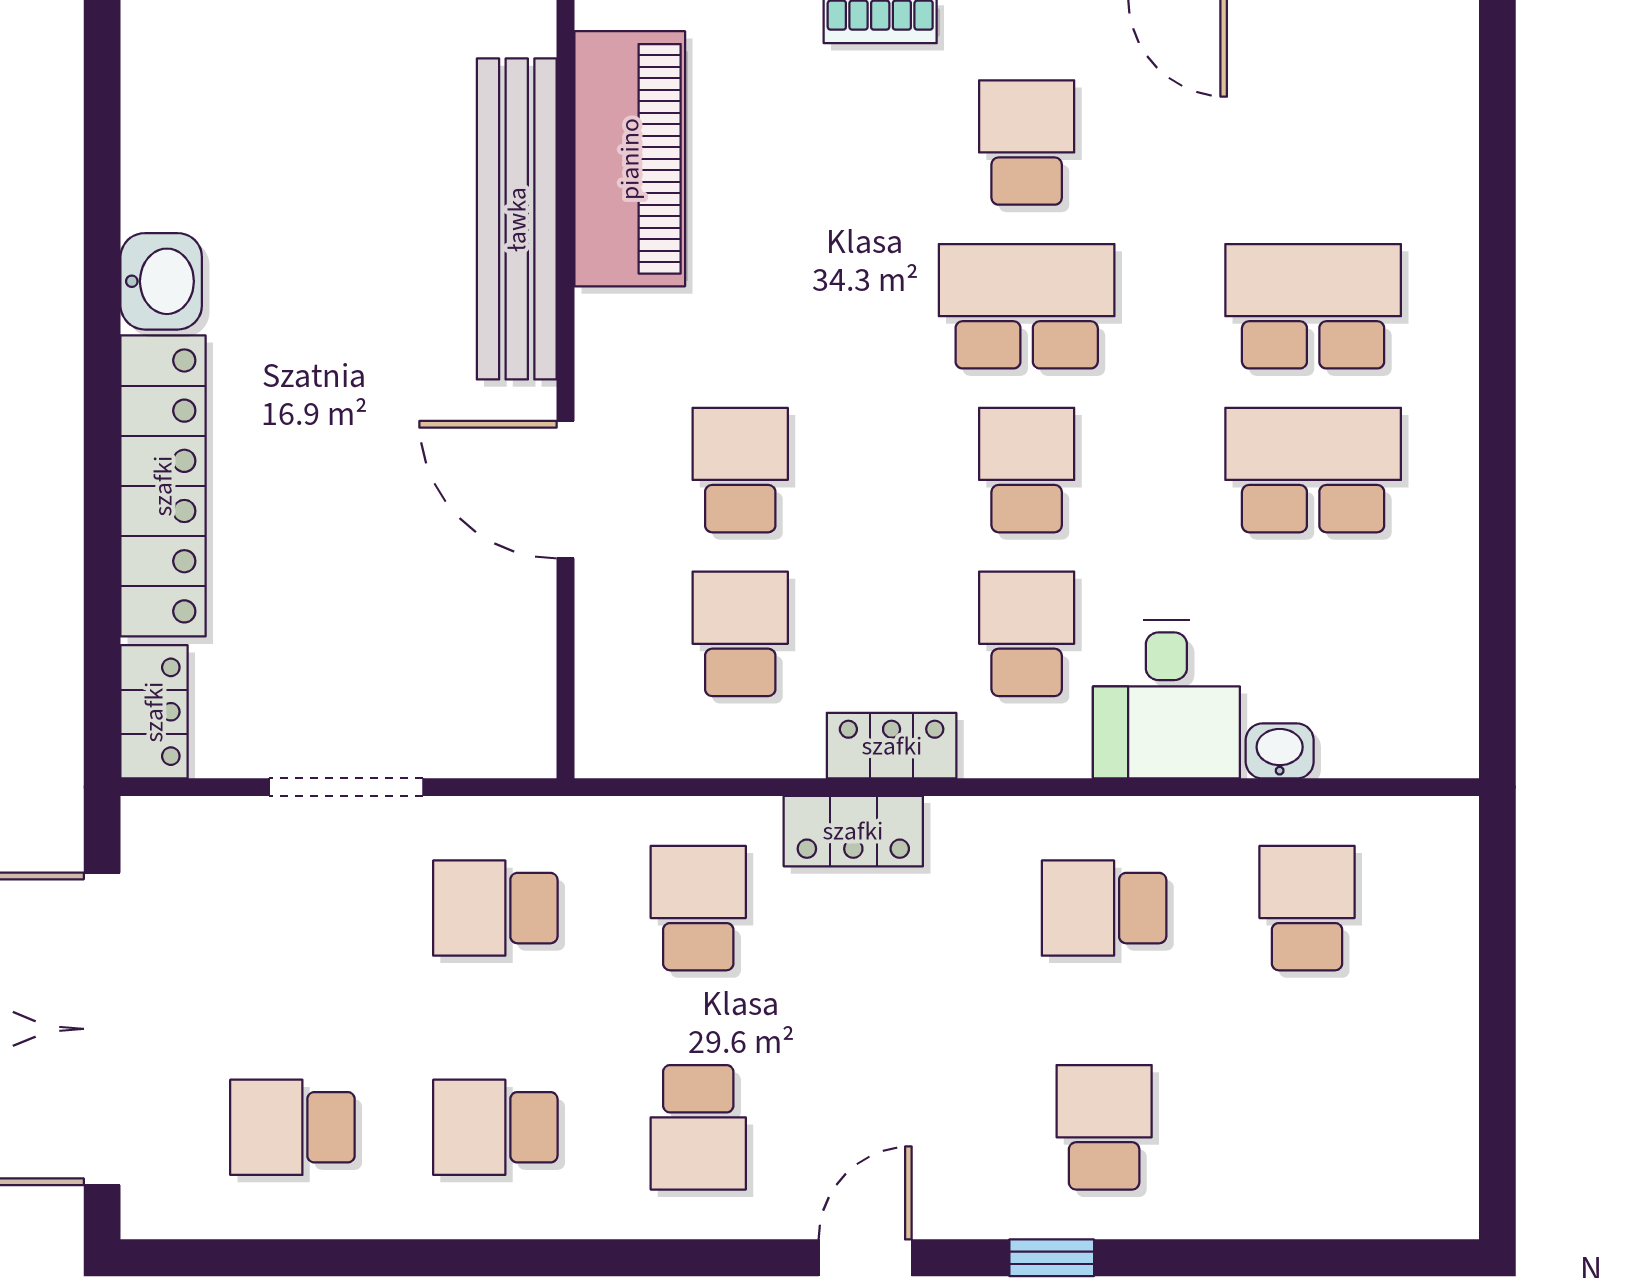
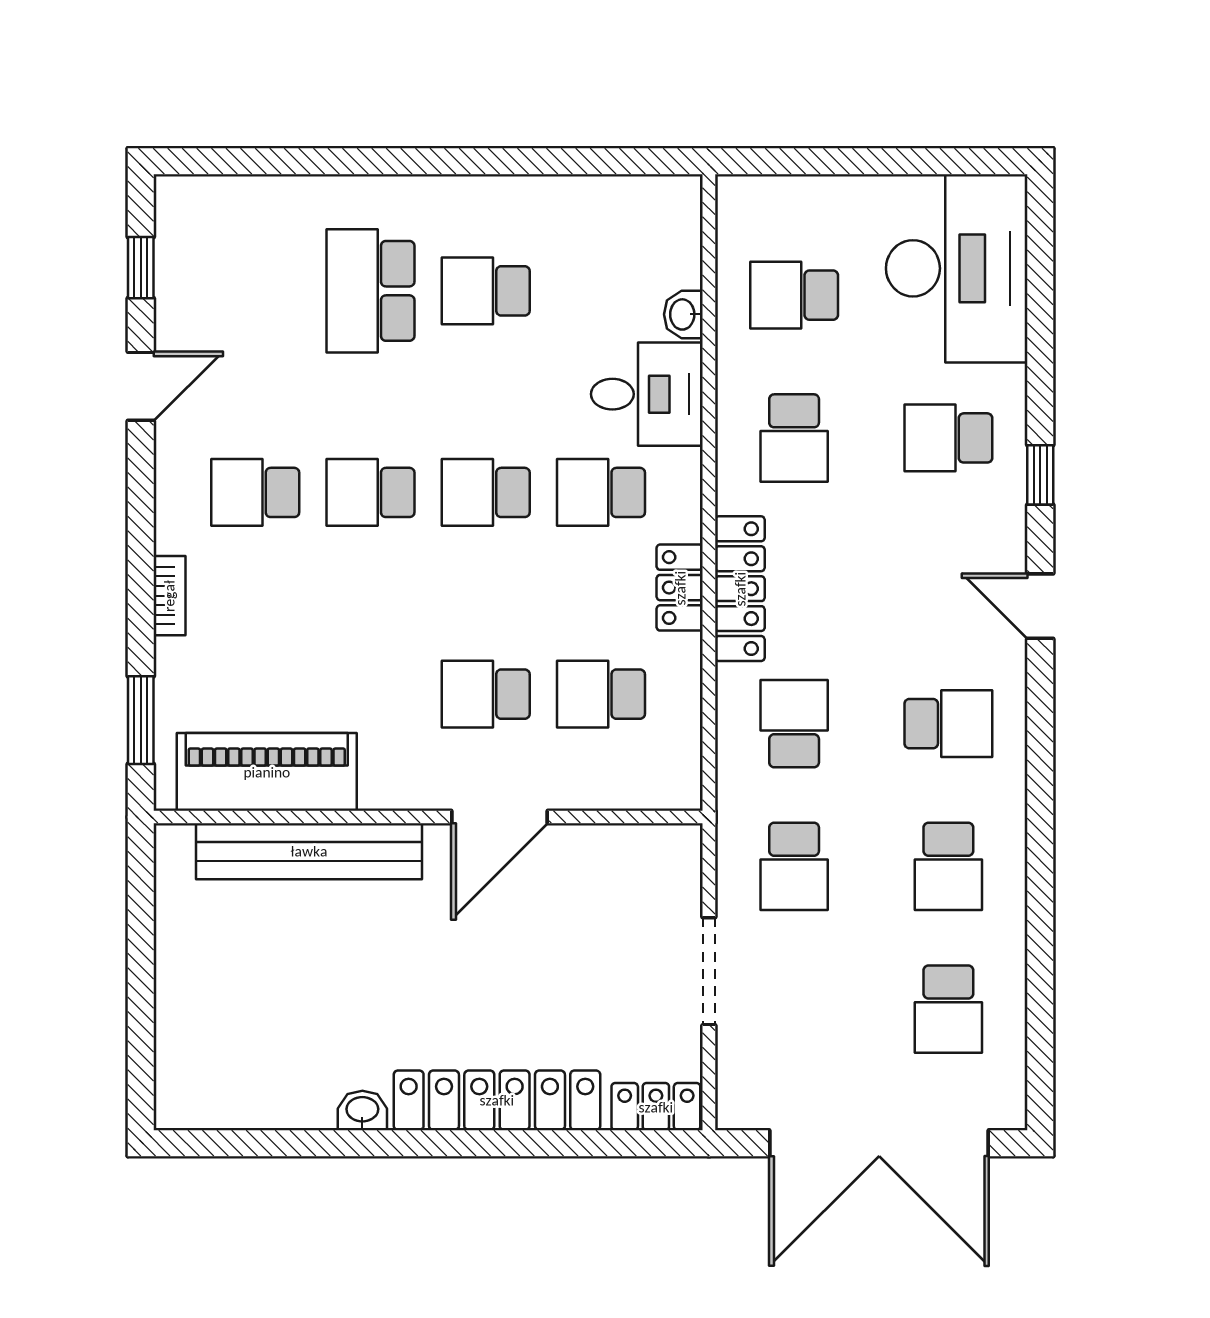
washbasin: (161, 281) -> (362, 1110), width x0.72, depth x0.69
school desk: (1027, 306) -> (371, 492), width x0.54
school desk: (1313, 470) -> (486, 291), width x0.54
locker: (853, 831) -> (740, 589), width x1.53
school desk: (698, 908) -> (794, 724), turned 90
desk: (1345, 1139) -> (957, 268), added

